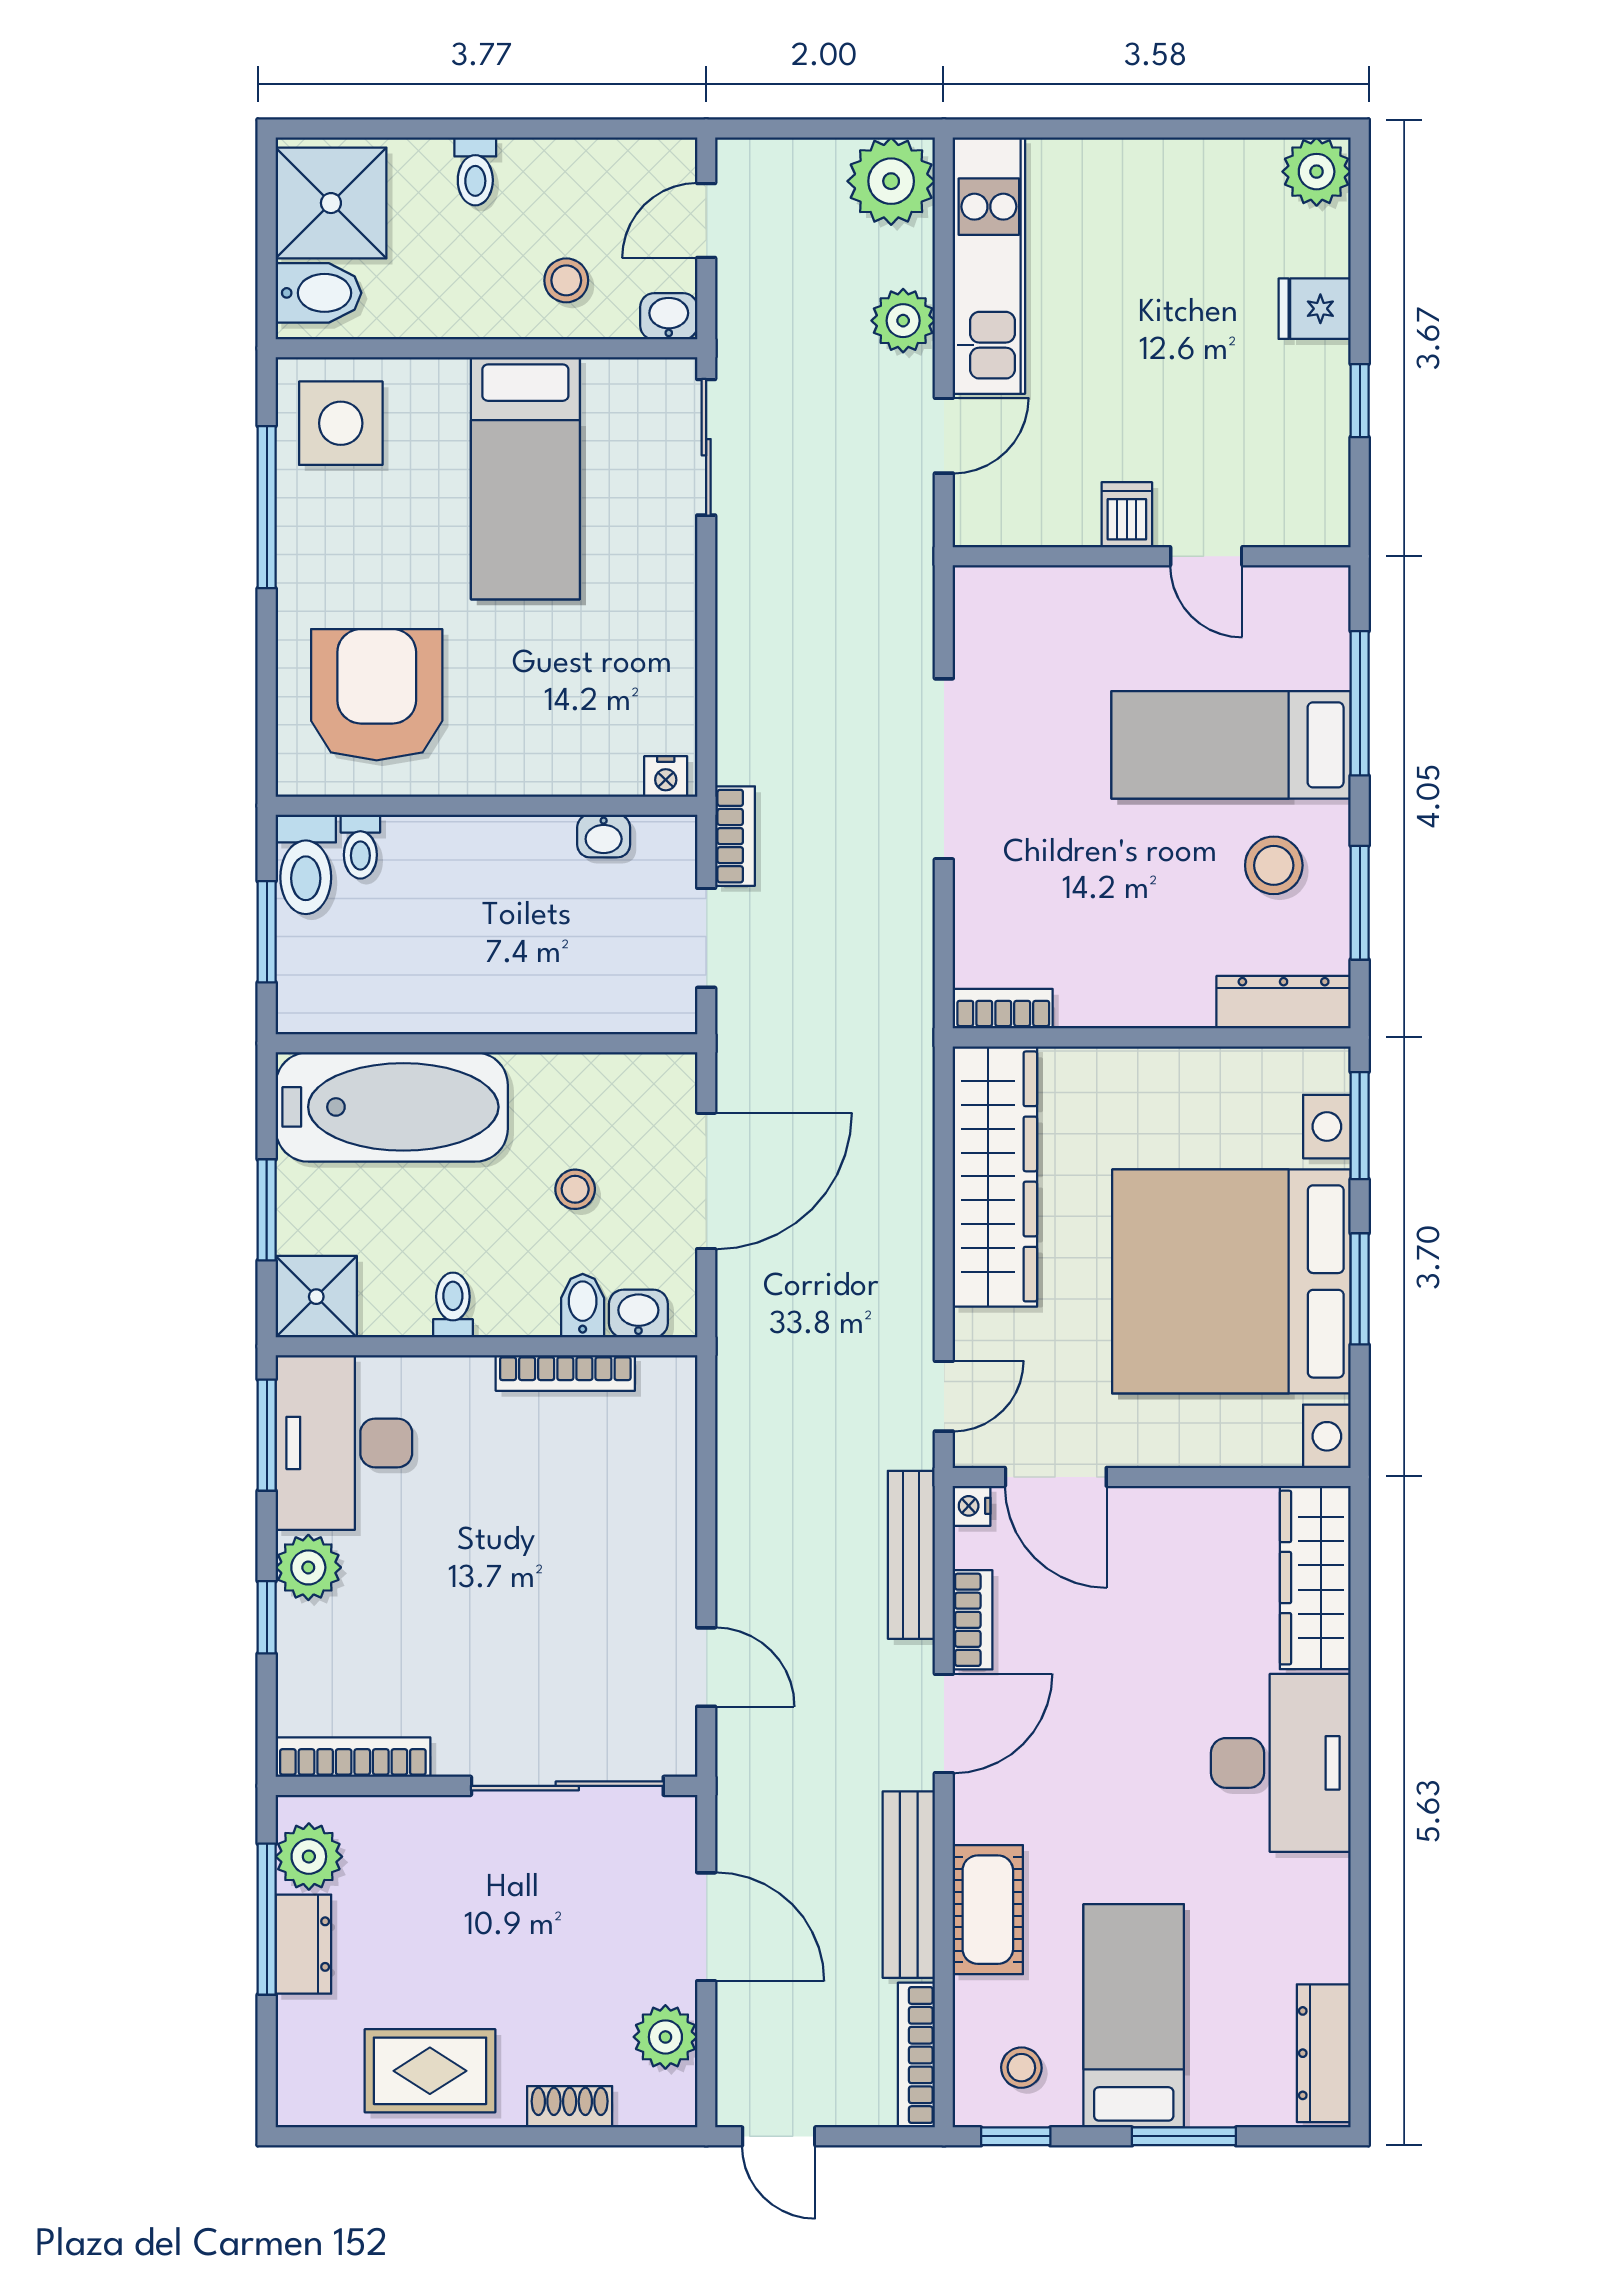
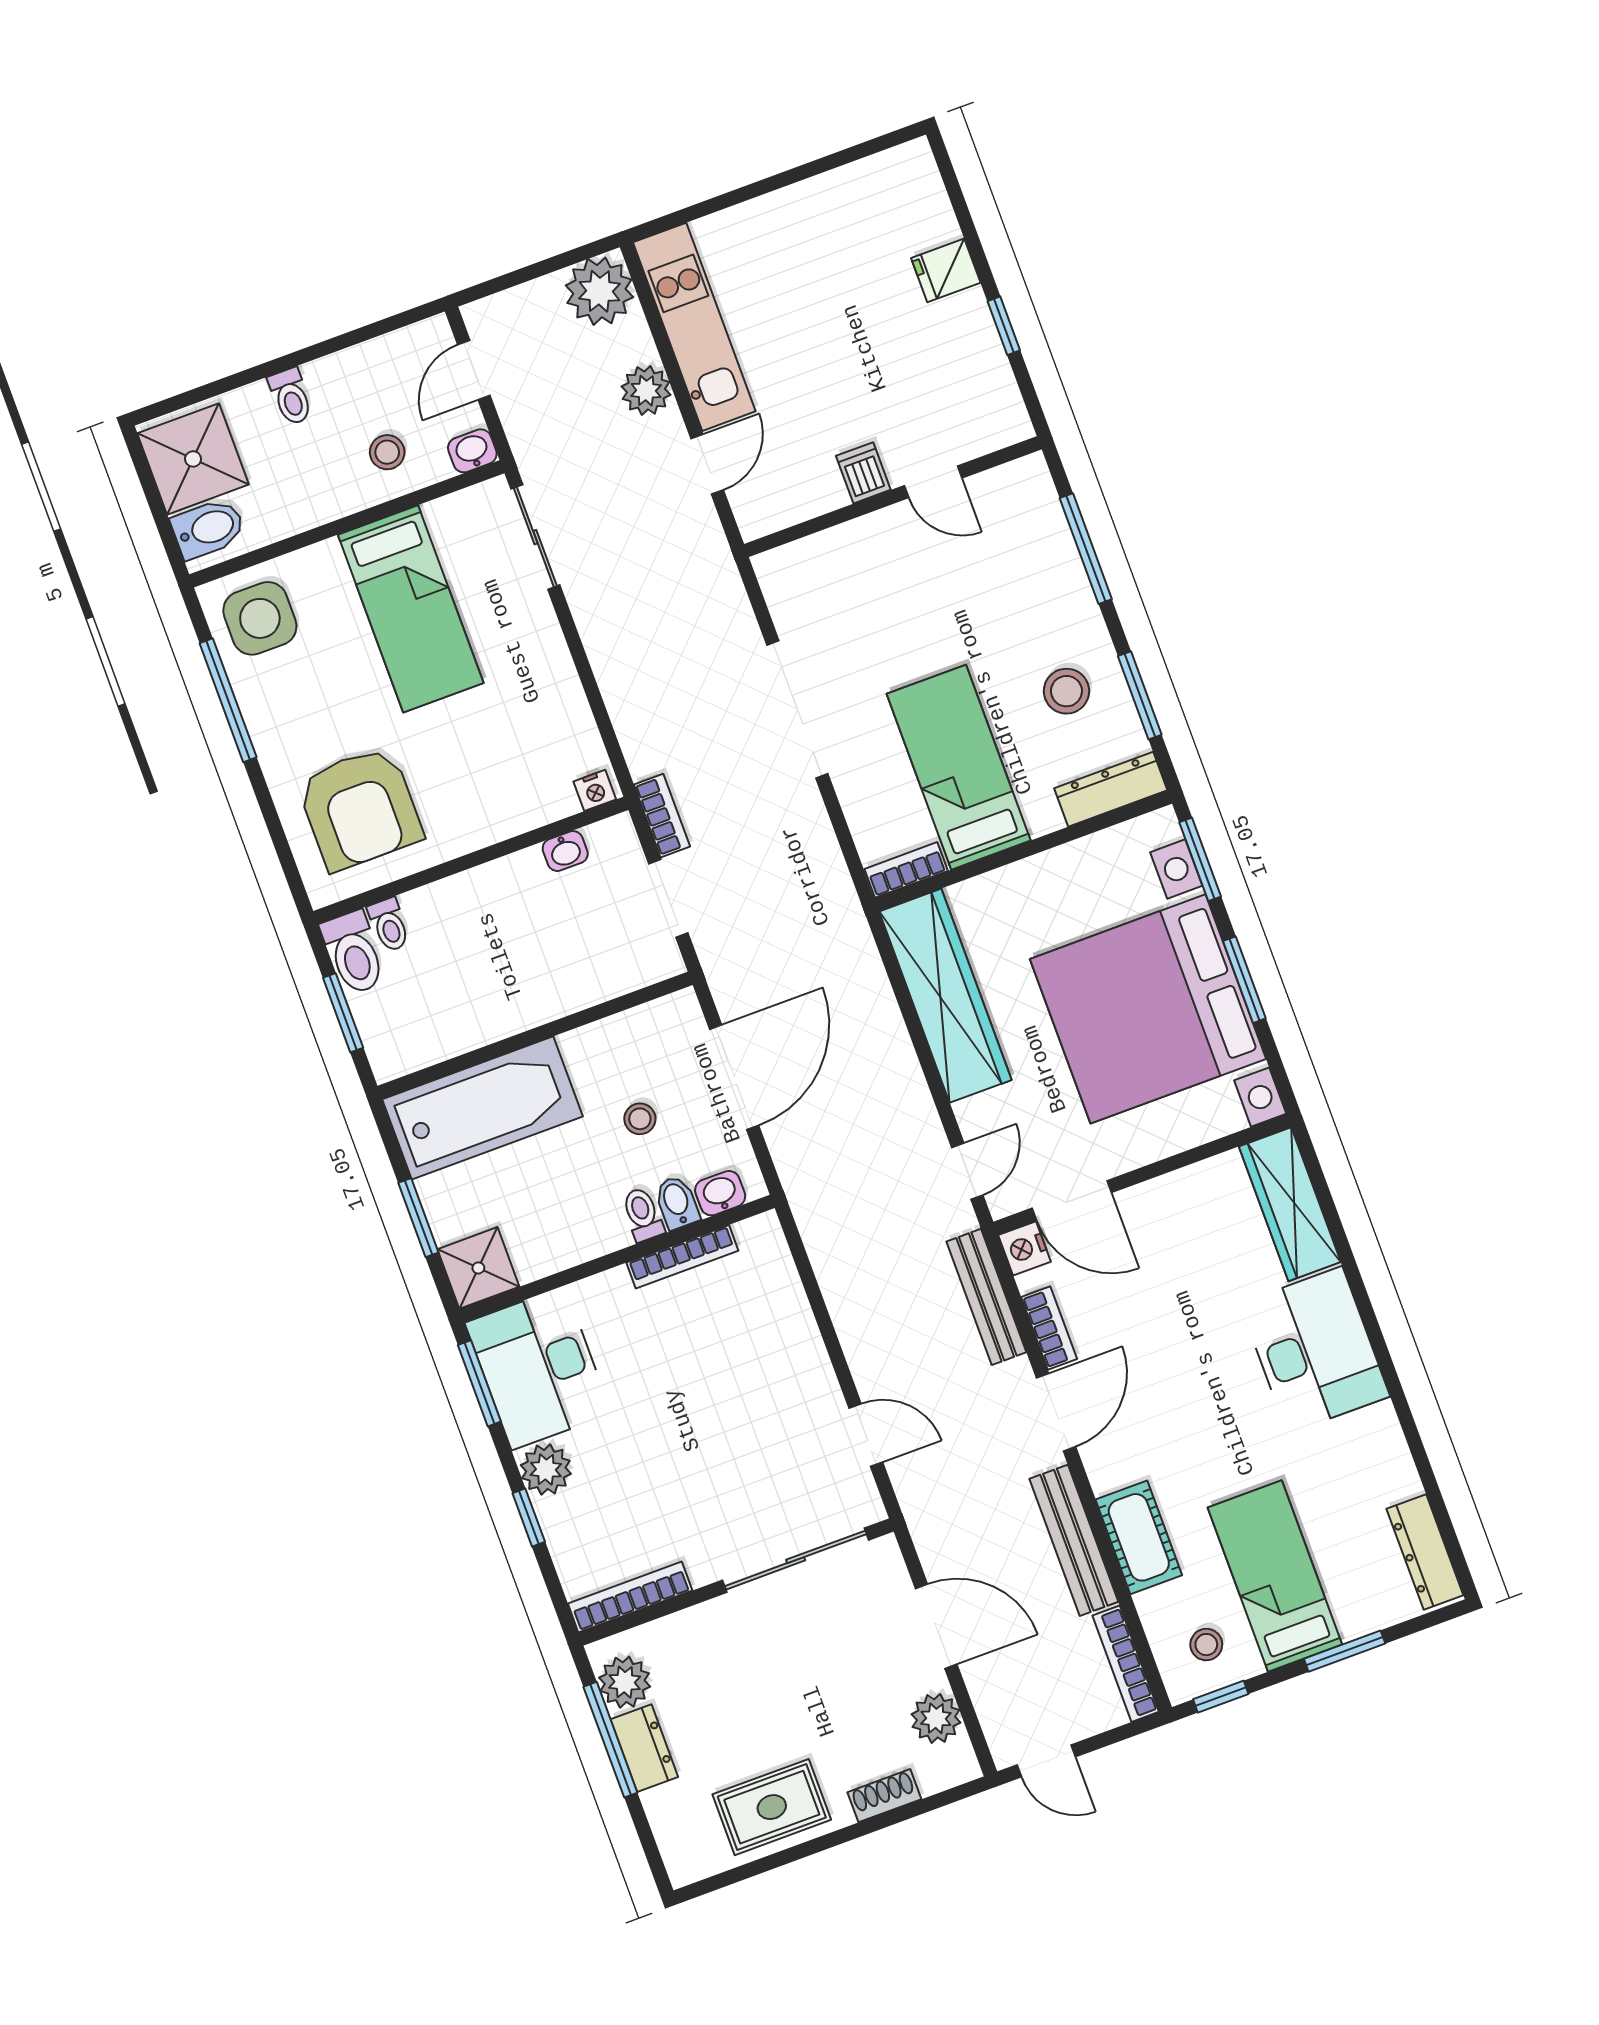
plant: (1317, 172) -> (910, 169), removed
armchair: (377, 695) -> (360, 808), turned 180
bed: (1231, 745) -> (959, 767), moved, turned 90
toilet: (453, 1305) -> (643, 1214), moved
nightstand: (972, 1506) -> (1024, 1248), width x1.39, depth x1.35

